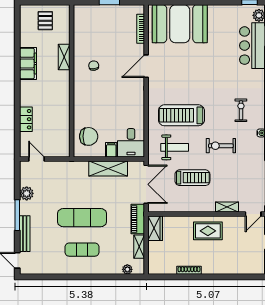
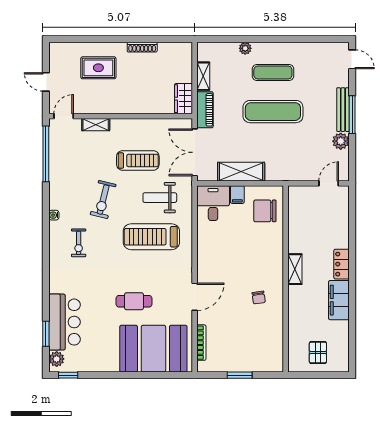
shelving: (64, 57) -> (295, 269), moved
cafe table: (196, 63) -> (134, 301), added
treadmill: (181, 115) -> (151, 237), turned 180
locker: (26, 119) -> (342, 264), moved
exercise bike: (221, 146) -> (103, 200), turned 104
door: (36, 159) -> (329, 183), swing flipped
treadmill: (192, 178) -> (138, 160), turned 180
rug: (208, 231) -> (98, 68), moved
bench: (25, 234) -> (343, 110), moved
plant: (127, 269) -> (245, 48), moved

